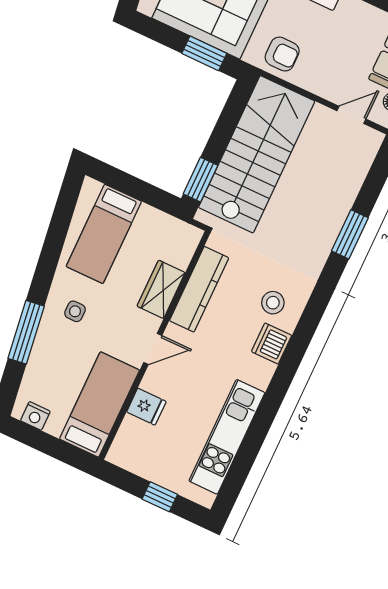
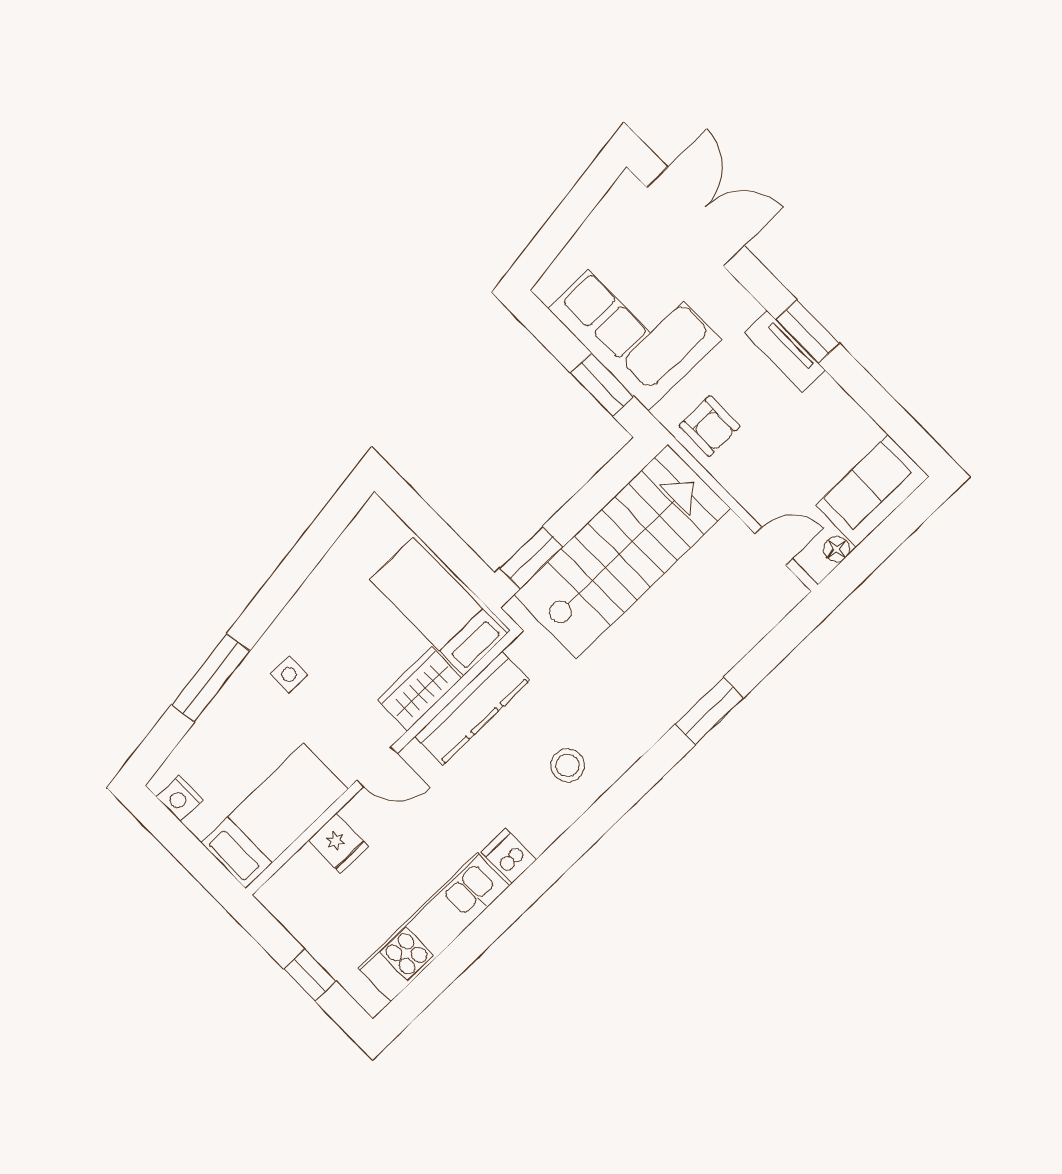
bed: (104, 234) -> (439, 607), moved, turned 90
dishwasher: (272, 344) -> (509, 856), moved, width x0.73

